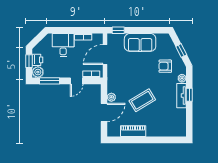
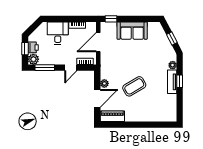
armchair: (165, 66) -> (156, 53), removed
piano: (133, 131) -> (112, 116), moved

